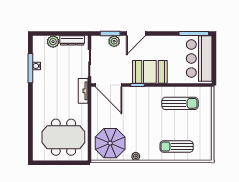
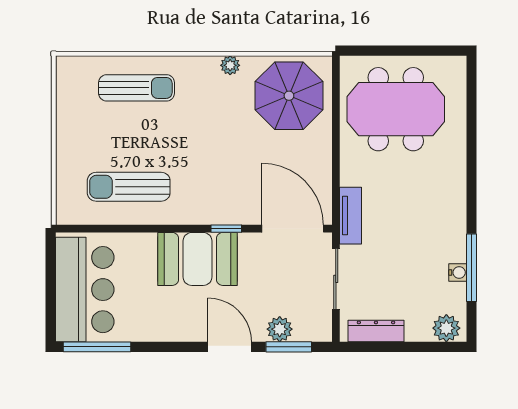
door: (136, 33) -> (230, 347), hinge flipped
plant: (53, 42) -> (446, 328), moved

